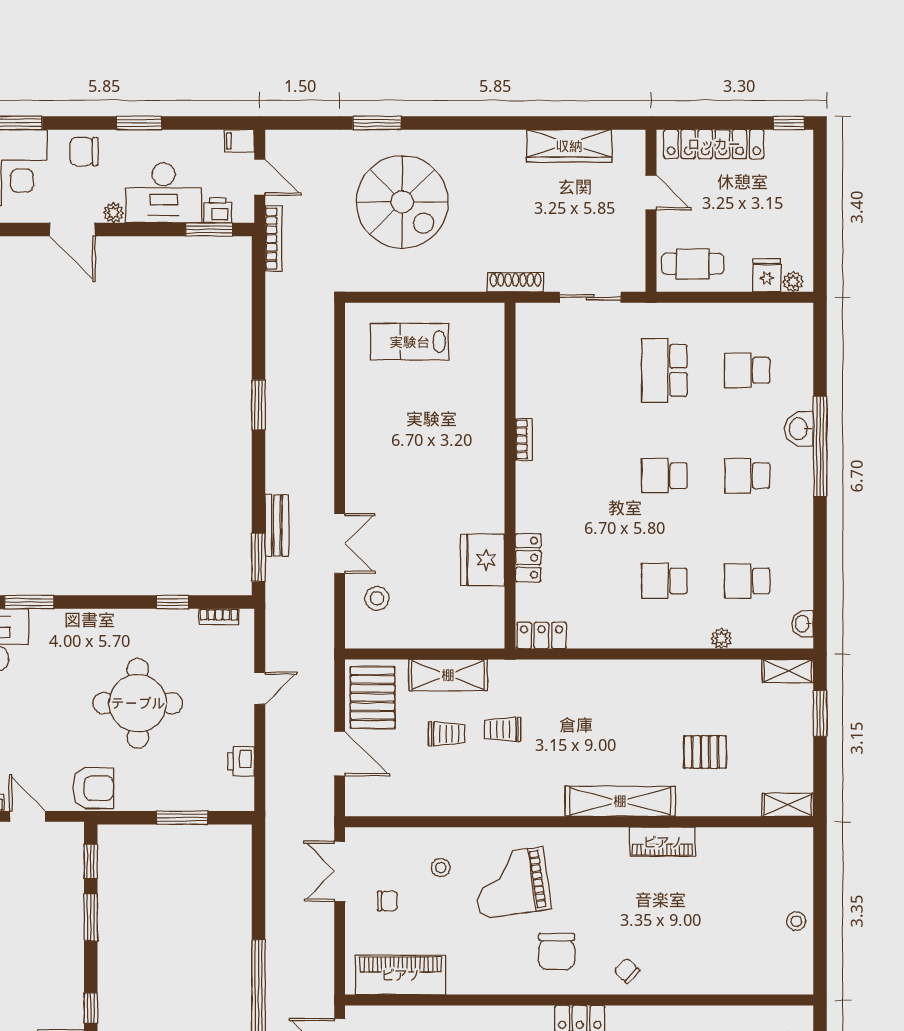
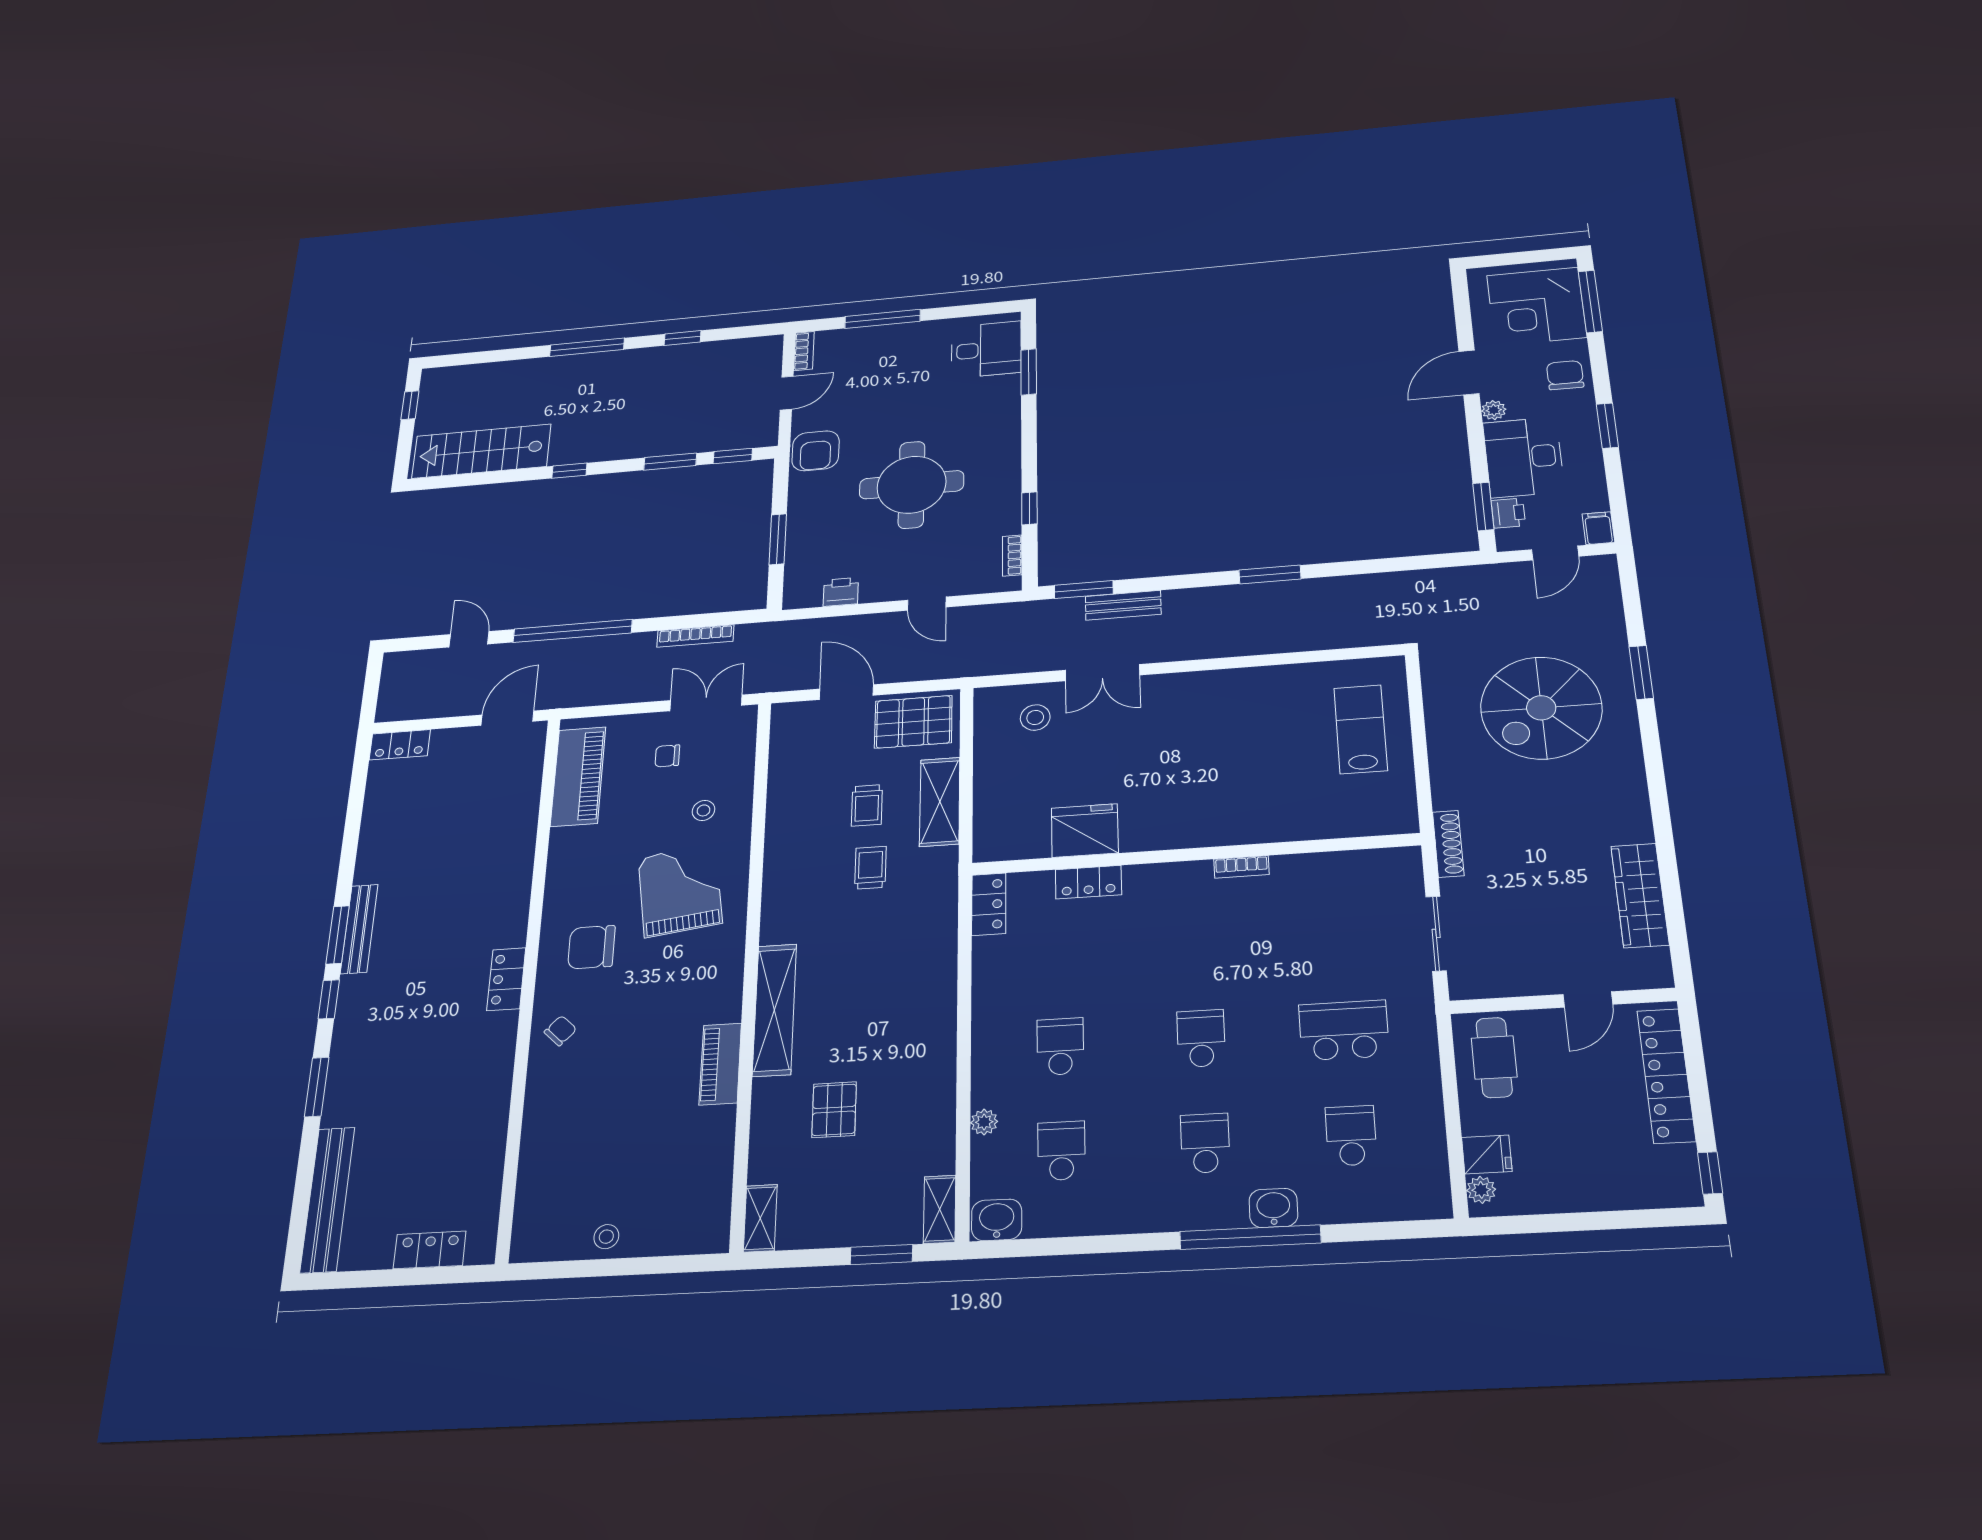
bookcase: (273, 239) -> (695, 636), moved
washbasin: (803, 624) -> (997, 1220), width x1.38, depth x1.45
door: (340, 754) -> (846, 692), swing flipped
chair: (387, 901) -> (667, 756), turned 90

